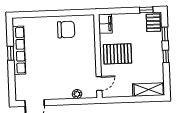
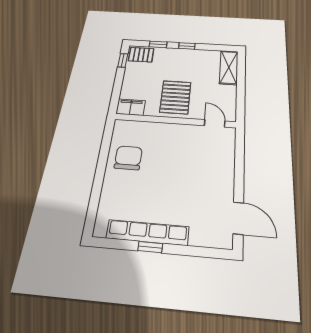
plant: (77, 94) -> (228, 154), removed

